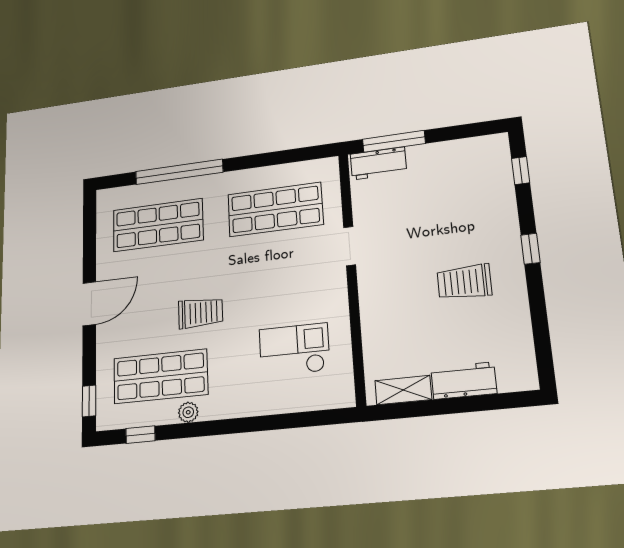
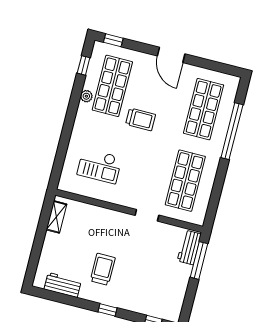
trolley: (201, 313) -> (141, 119), turned -90
checkout: (294, 350) -> (100, 166), turned 90
workbench: (464, 381) -> (63, 285), moved, turned -90

